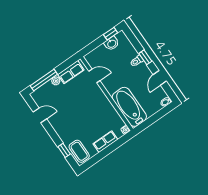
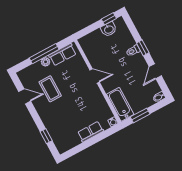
door: (94, 76) -> (95, 76), moved
window: (44, 80) -> (44, 54), moved
bathtub: (129, 107) -> (120, 104), width x0.73, depth x0.73
window: (150, 121) -> (140, 115), added
coffee table: (79, 151) -> (50, 89), moved

